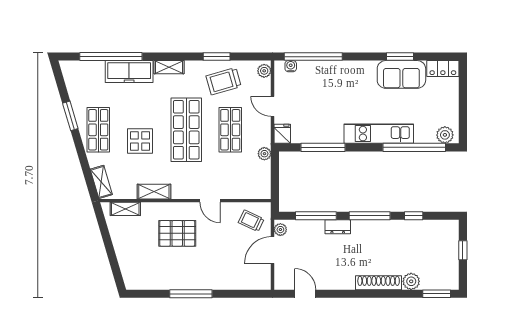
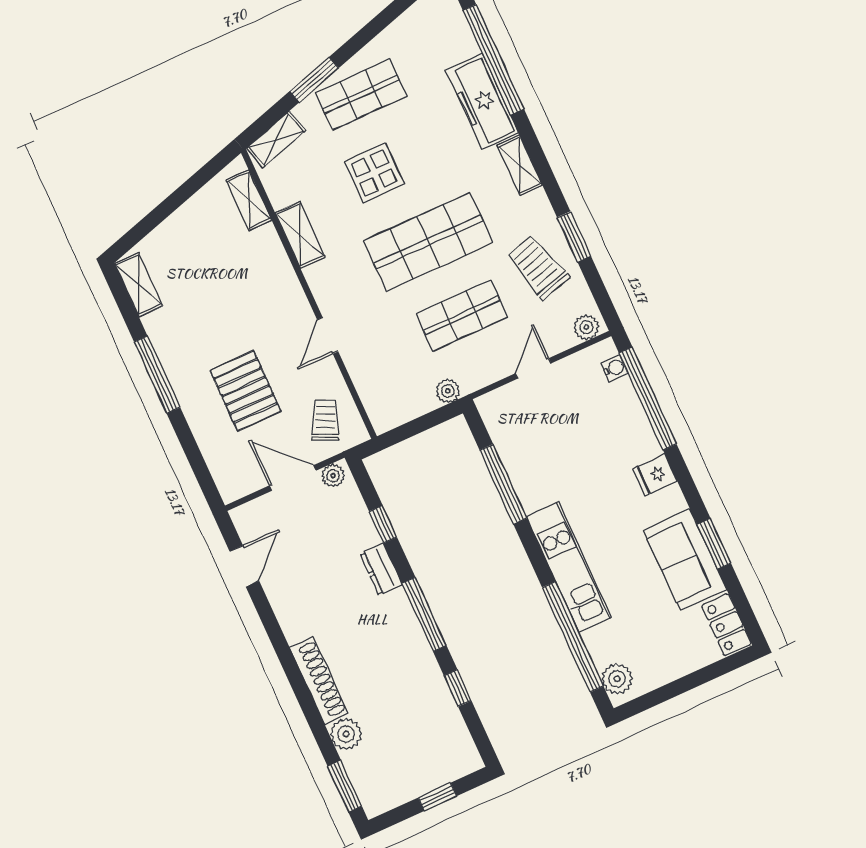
window: (70, 116) -> (314, 80), moved
fridge: (282, 134) -> (655, 475), moved, turned 180
window: (316, 216) -> (383, 524), width x0.46
pallet: (177, 233) -> (246, 391), moved
shelving: (142, 283) -> (139, 285), added

